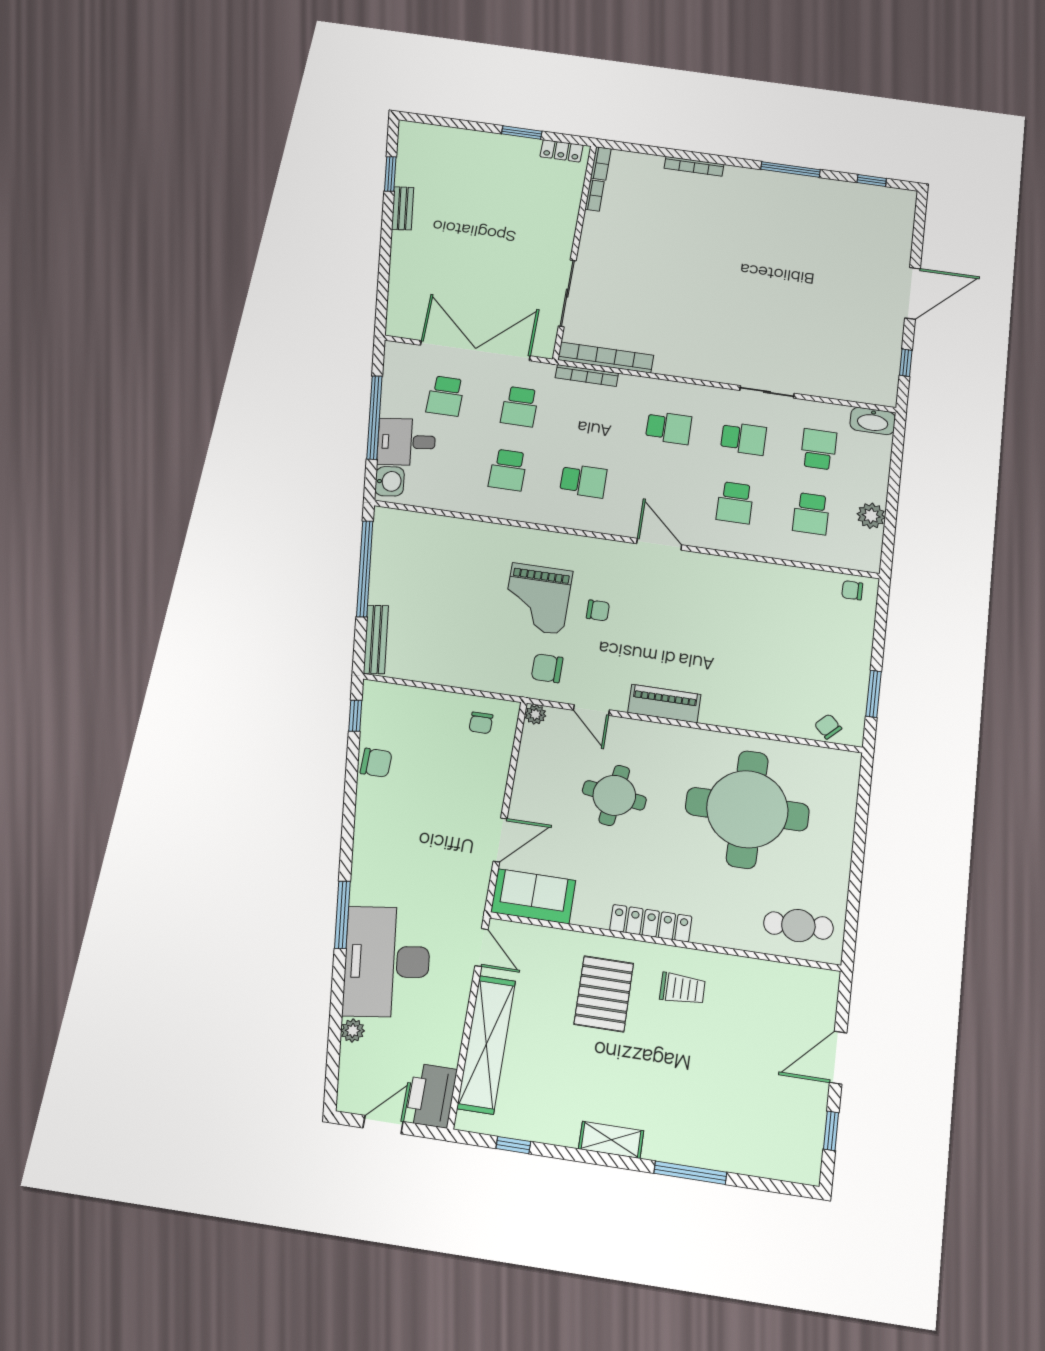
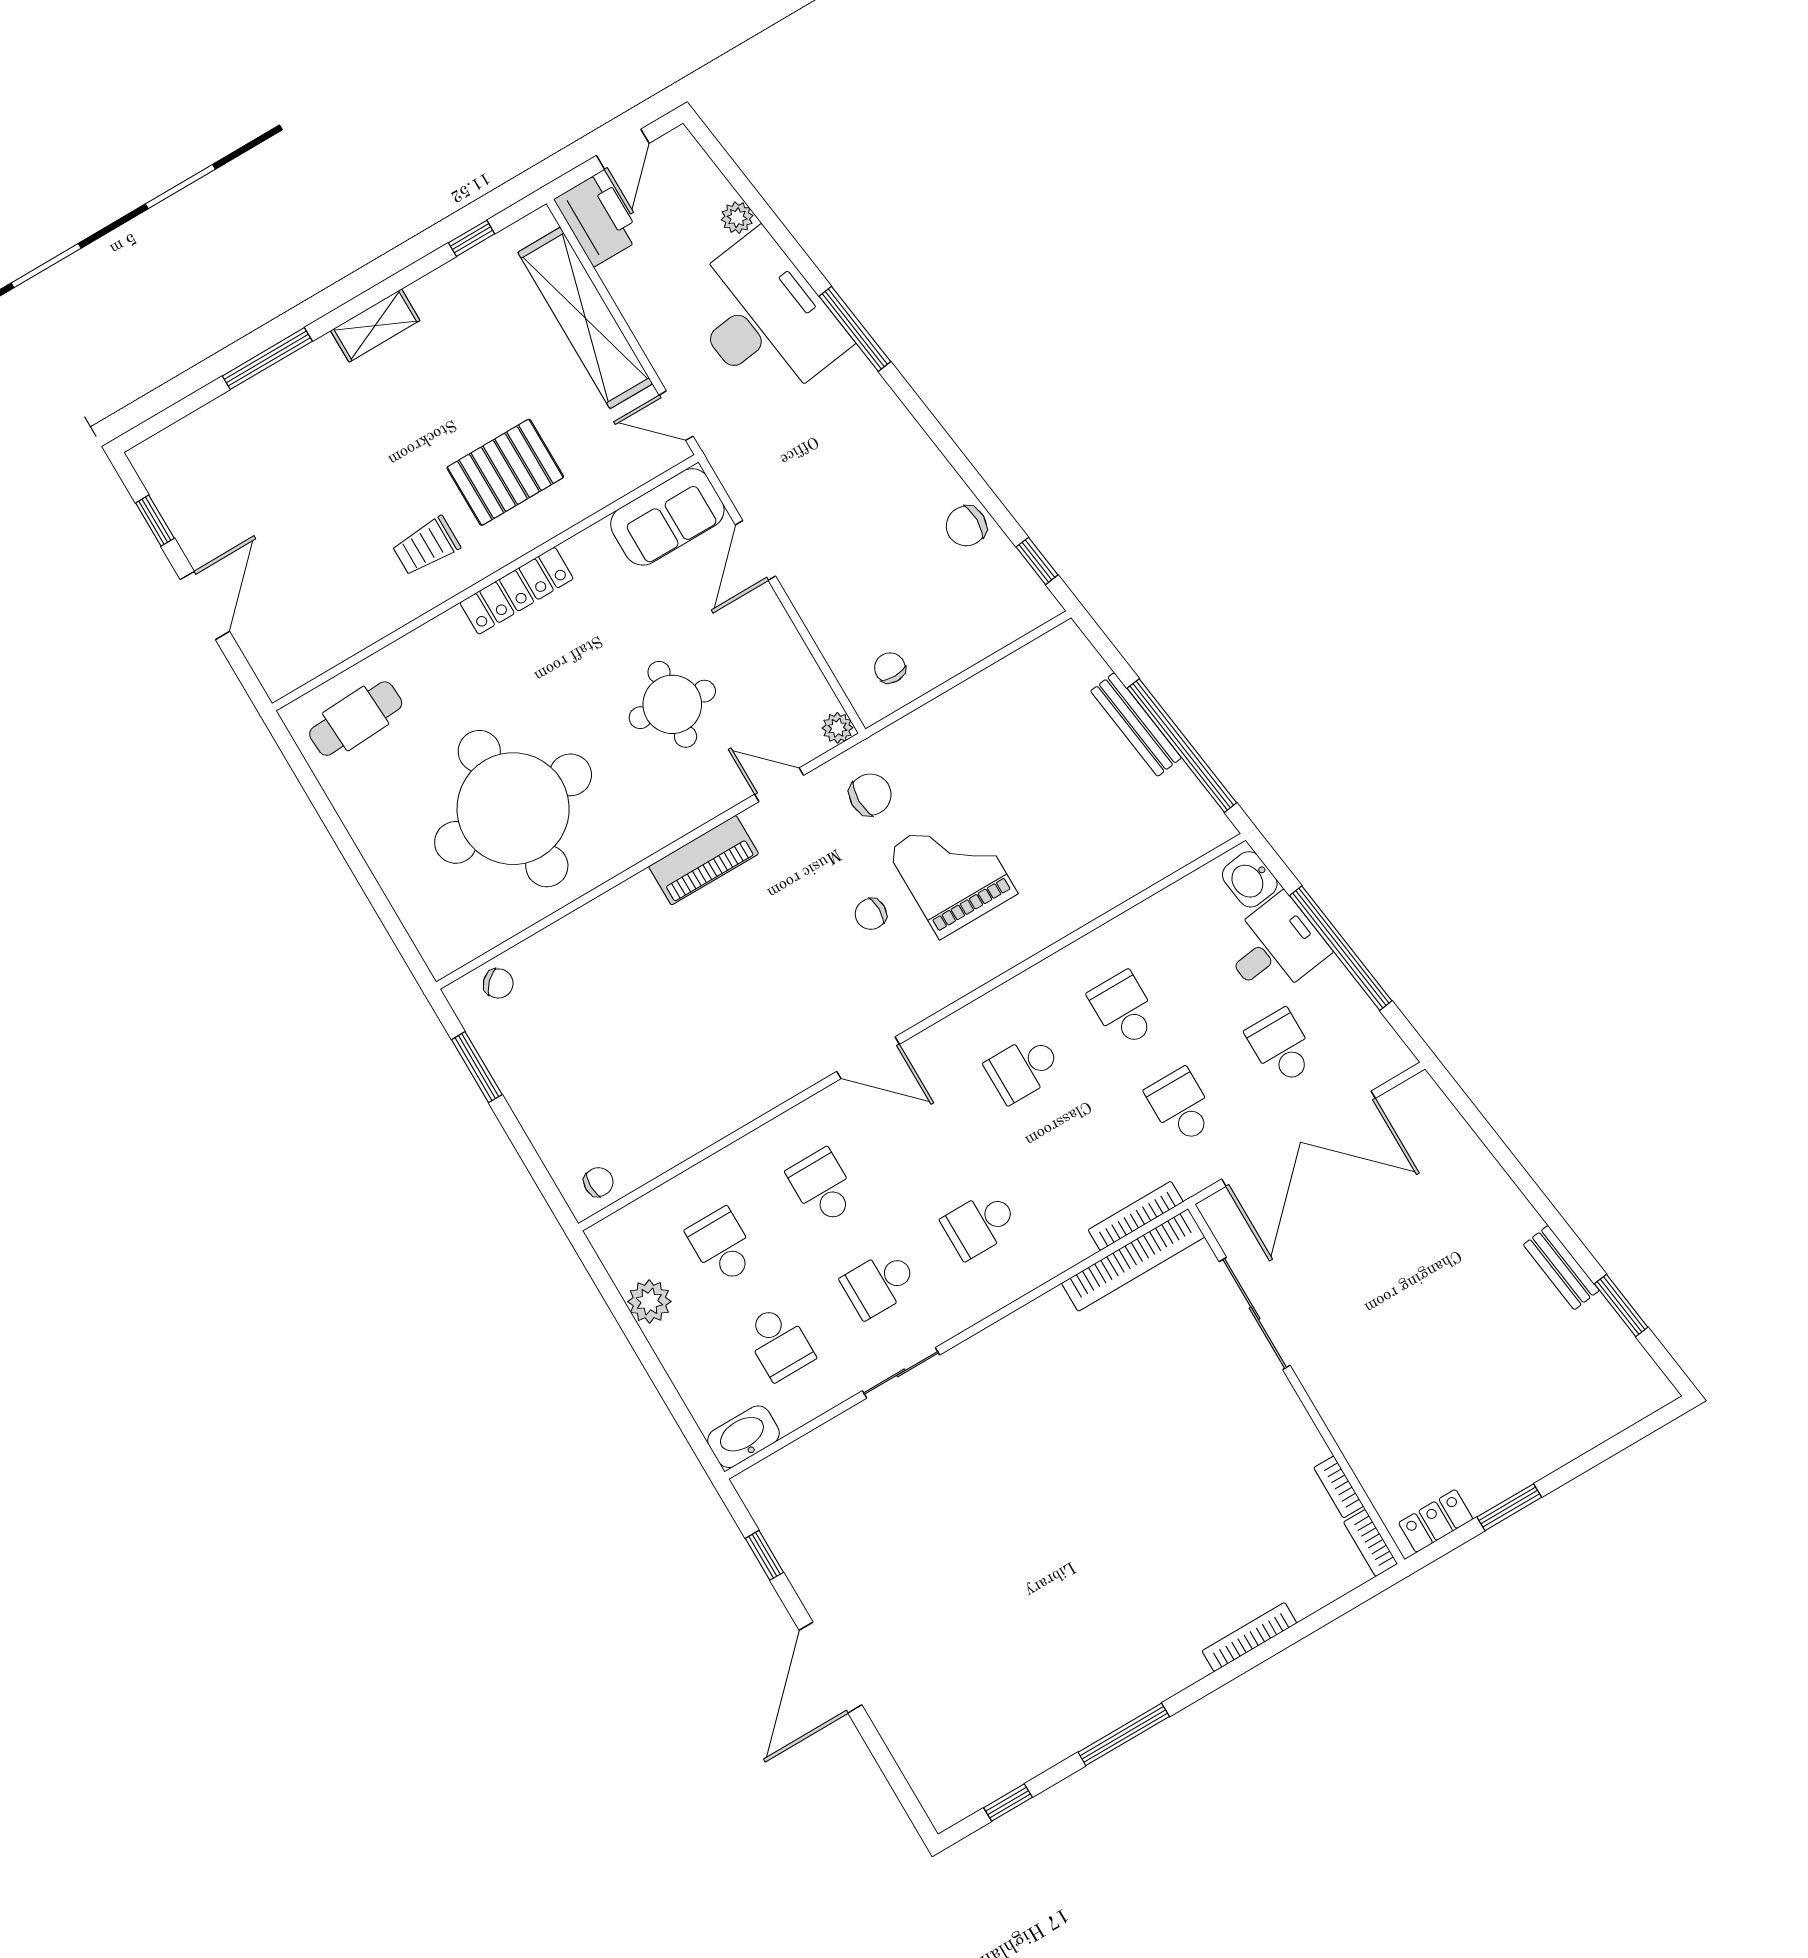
bench: (376, 639) -> (1136, 724), moved
pallet: (604, 994) -> (505, 472), turned 90

